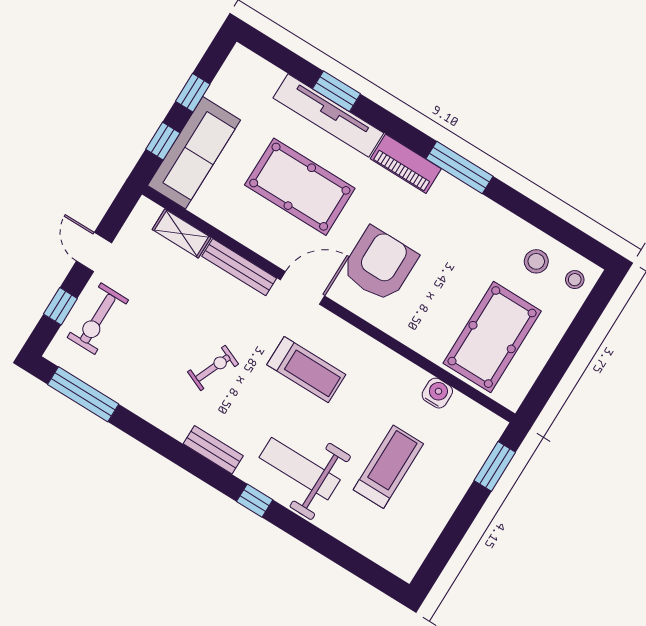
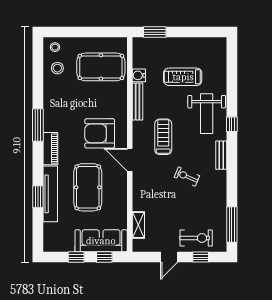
bench: (239, 267) -> (138, 102), moved

